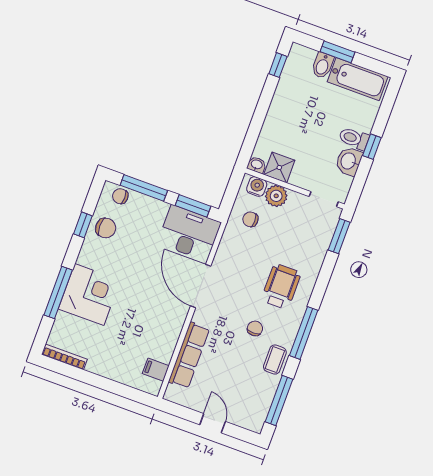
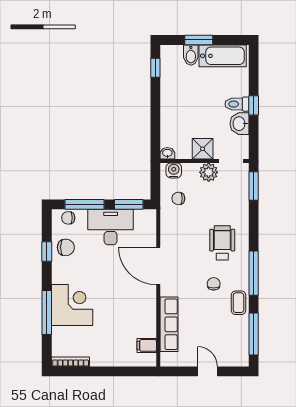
shower: (279, 167) -> (203, 149), moved
plant: (276, 196) -> (209, 172), moved
desk: (189, 233) -> (111, 227), moved

